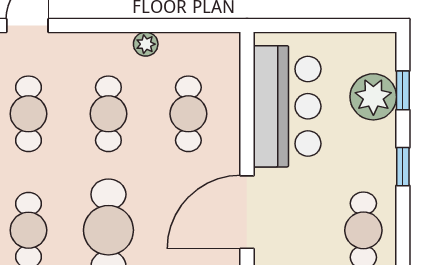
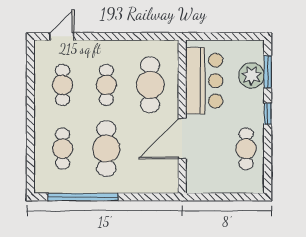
plant: (146, 44) -> (127, 47), removed
window: (403, 90) -> (268, 72), width x1.50
cafe table: (188, 114) -> (150, 85), width x1.37, depth x1.35

